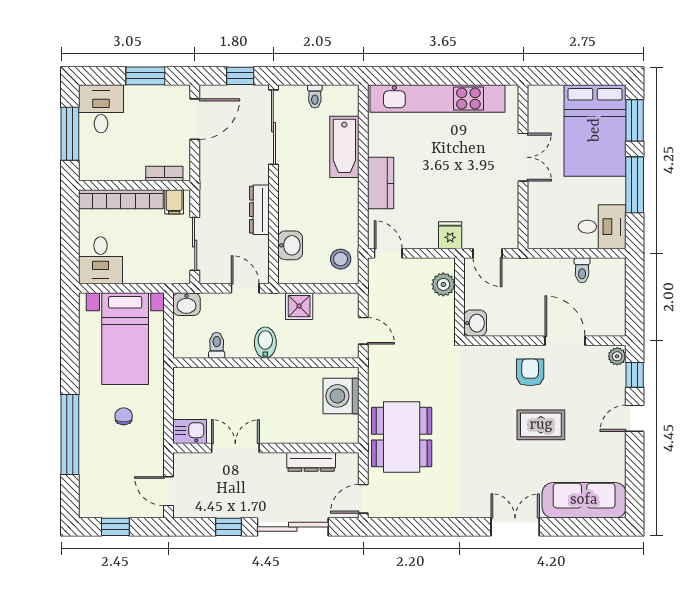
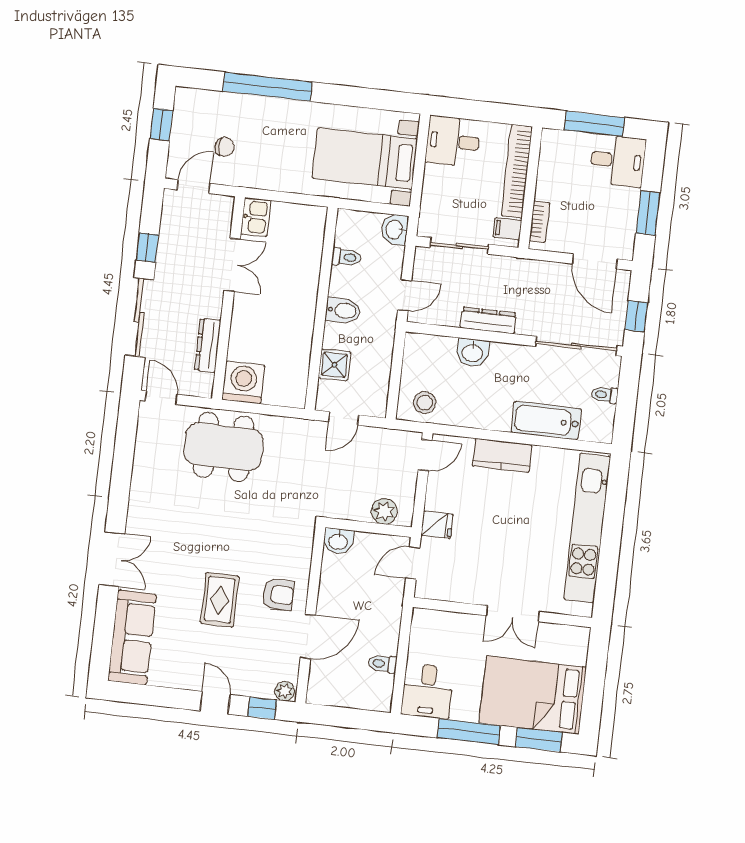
washbasin: (290, 245) -> (472, 352), moved
shower: (299, 306) -> (334, 365), moved
washing machine: (341, 396) -> (243, 382), moved
chair: (124, 416) -> (225, 147), moved

